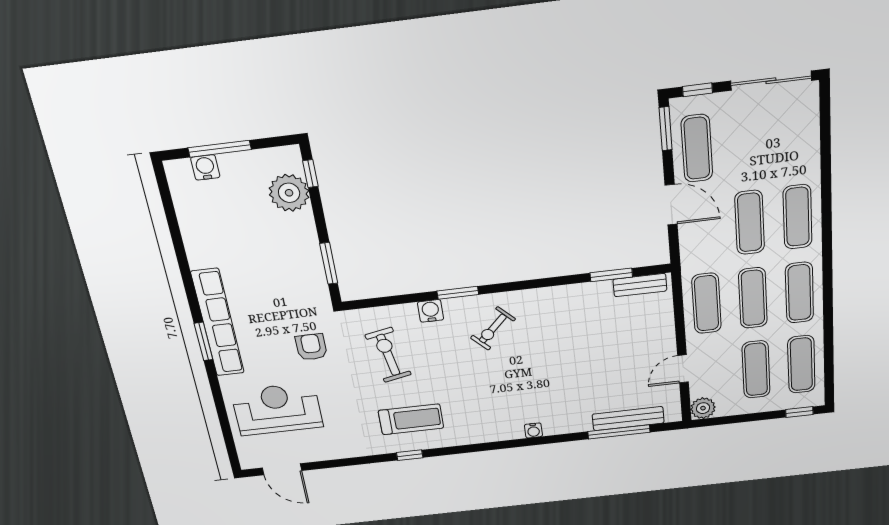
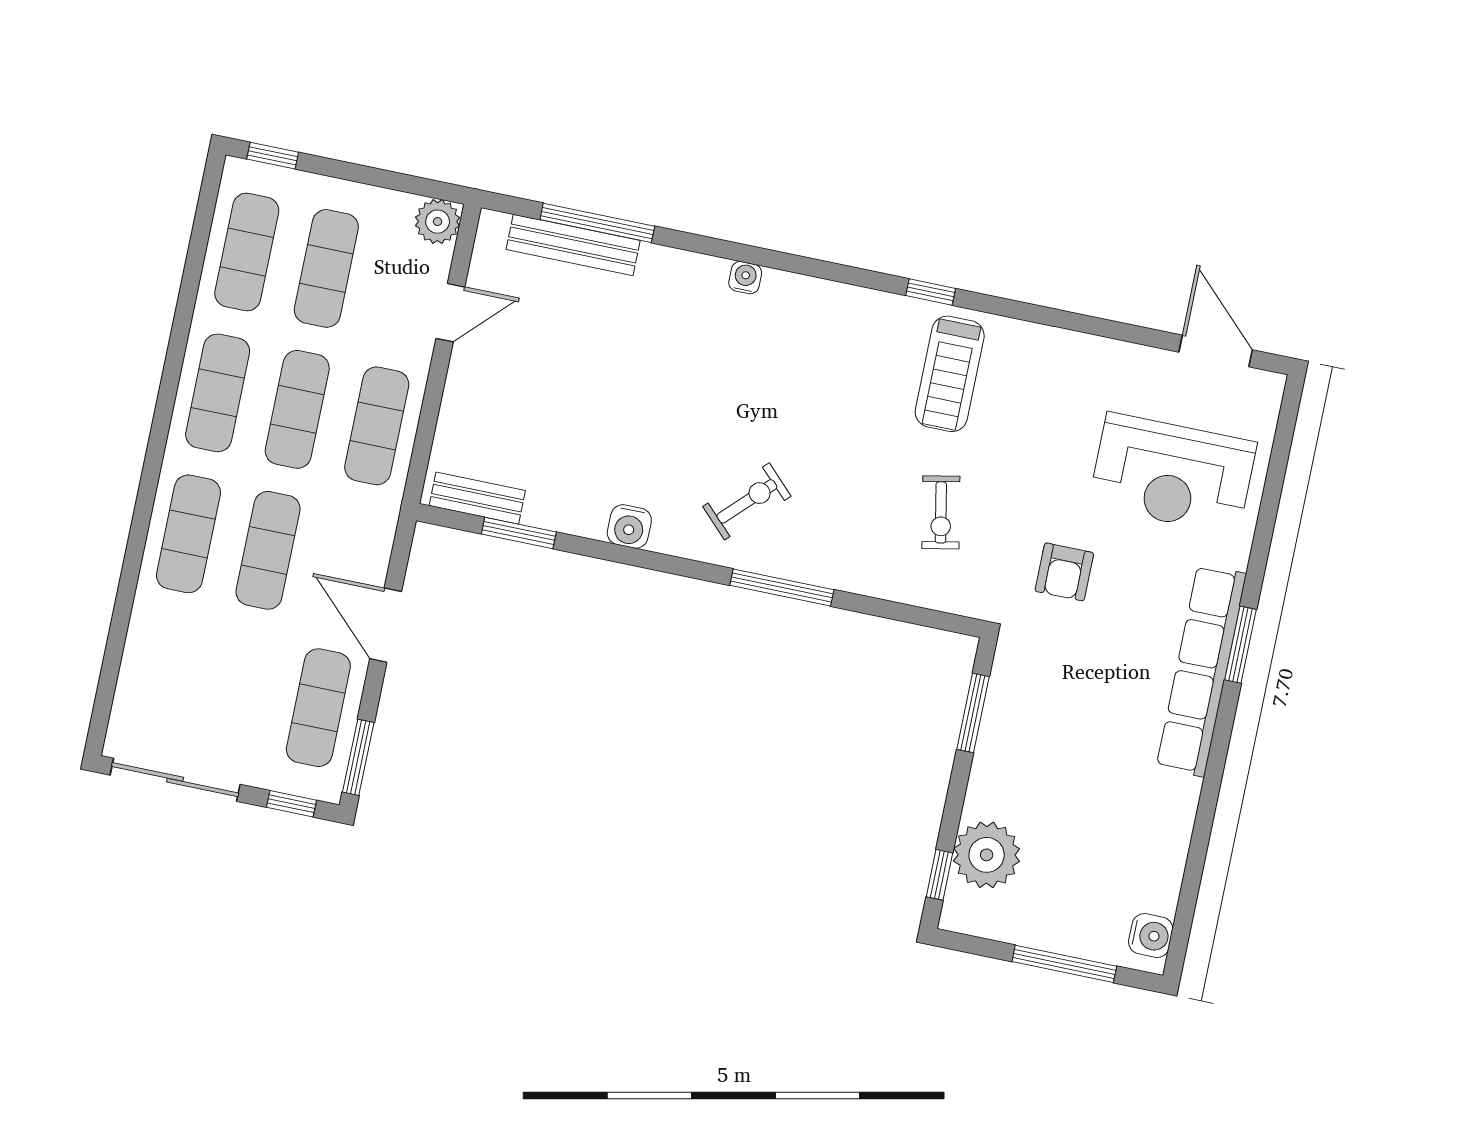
water cooler: (205, 167) -> (1151, 936), moved, turned -90
window: (458, 293) -> (782, 588), width x1.44
water cooler: (431, 311) -> (629, 526), moved
exercise bike: (388, 355) -> (941, 512), width x0.73, depth x0.72
treadmill: (411, 419) -> (950, 374), turned -90
window: (410, 455) -> (931, 292), moved

